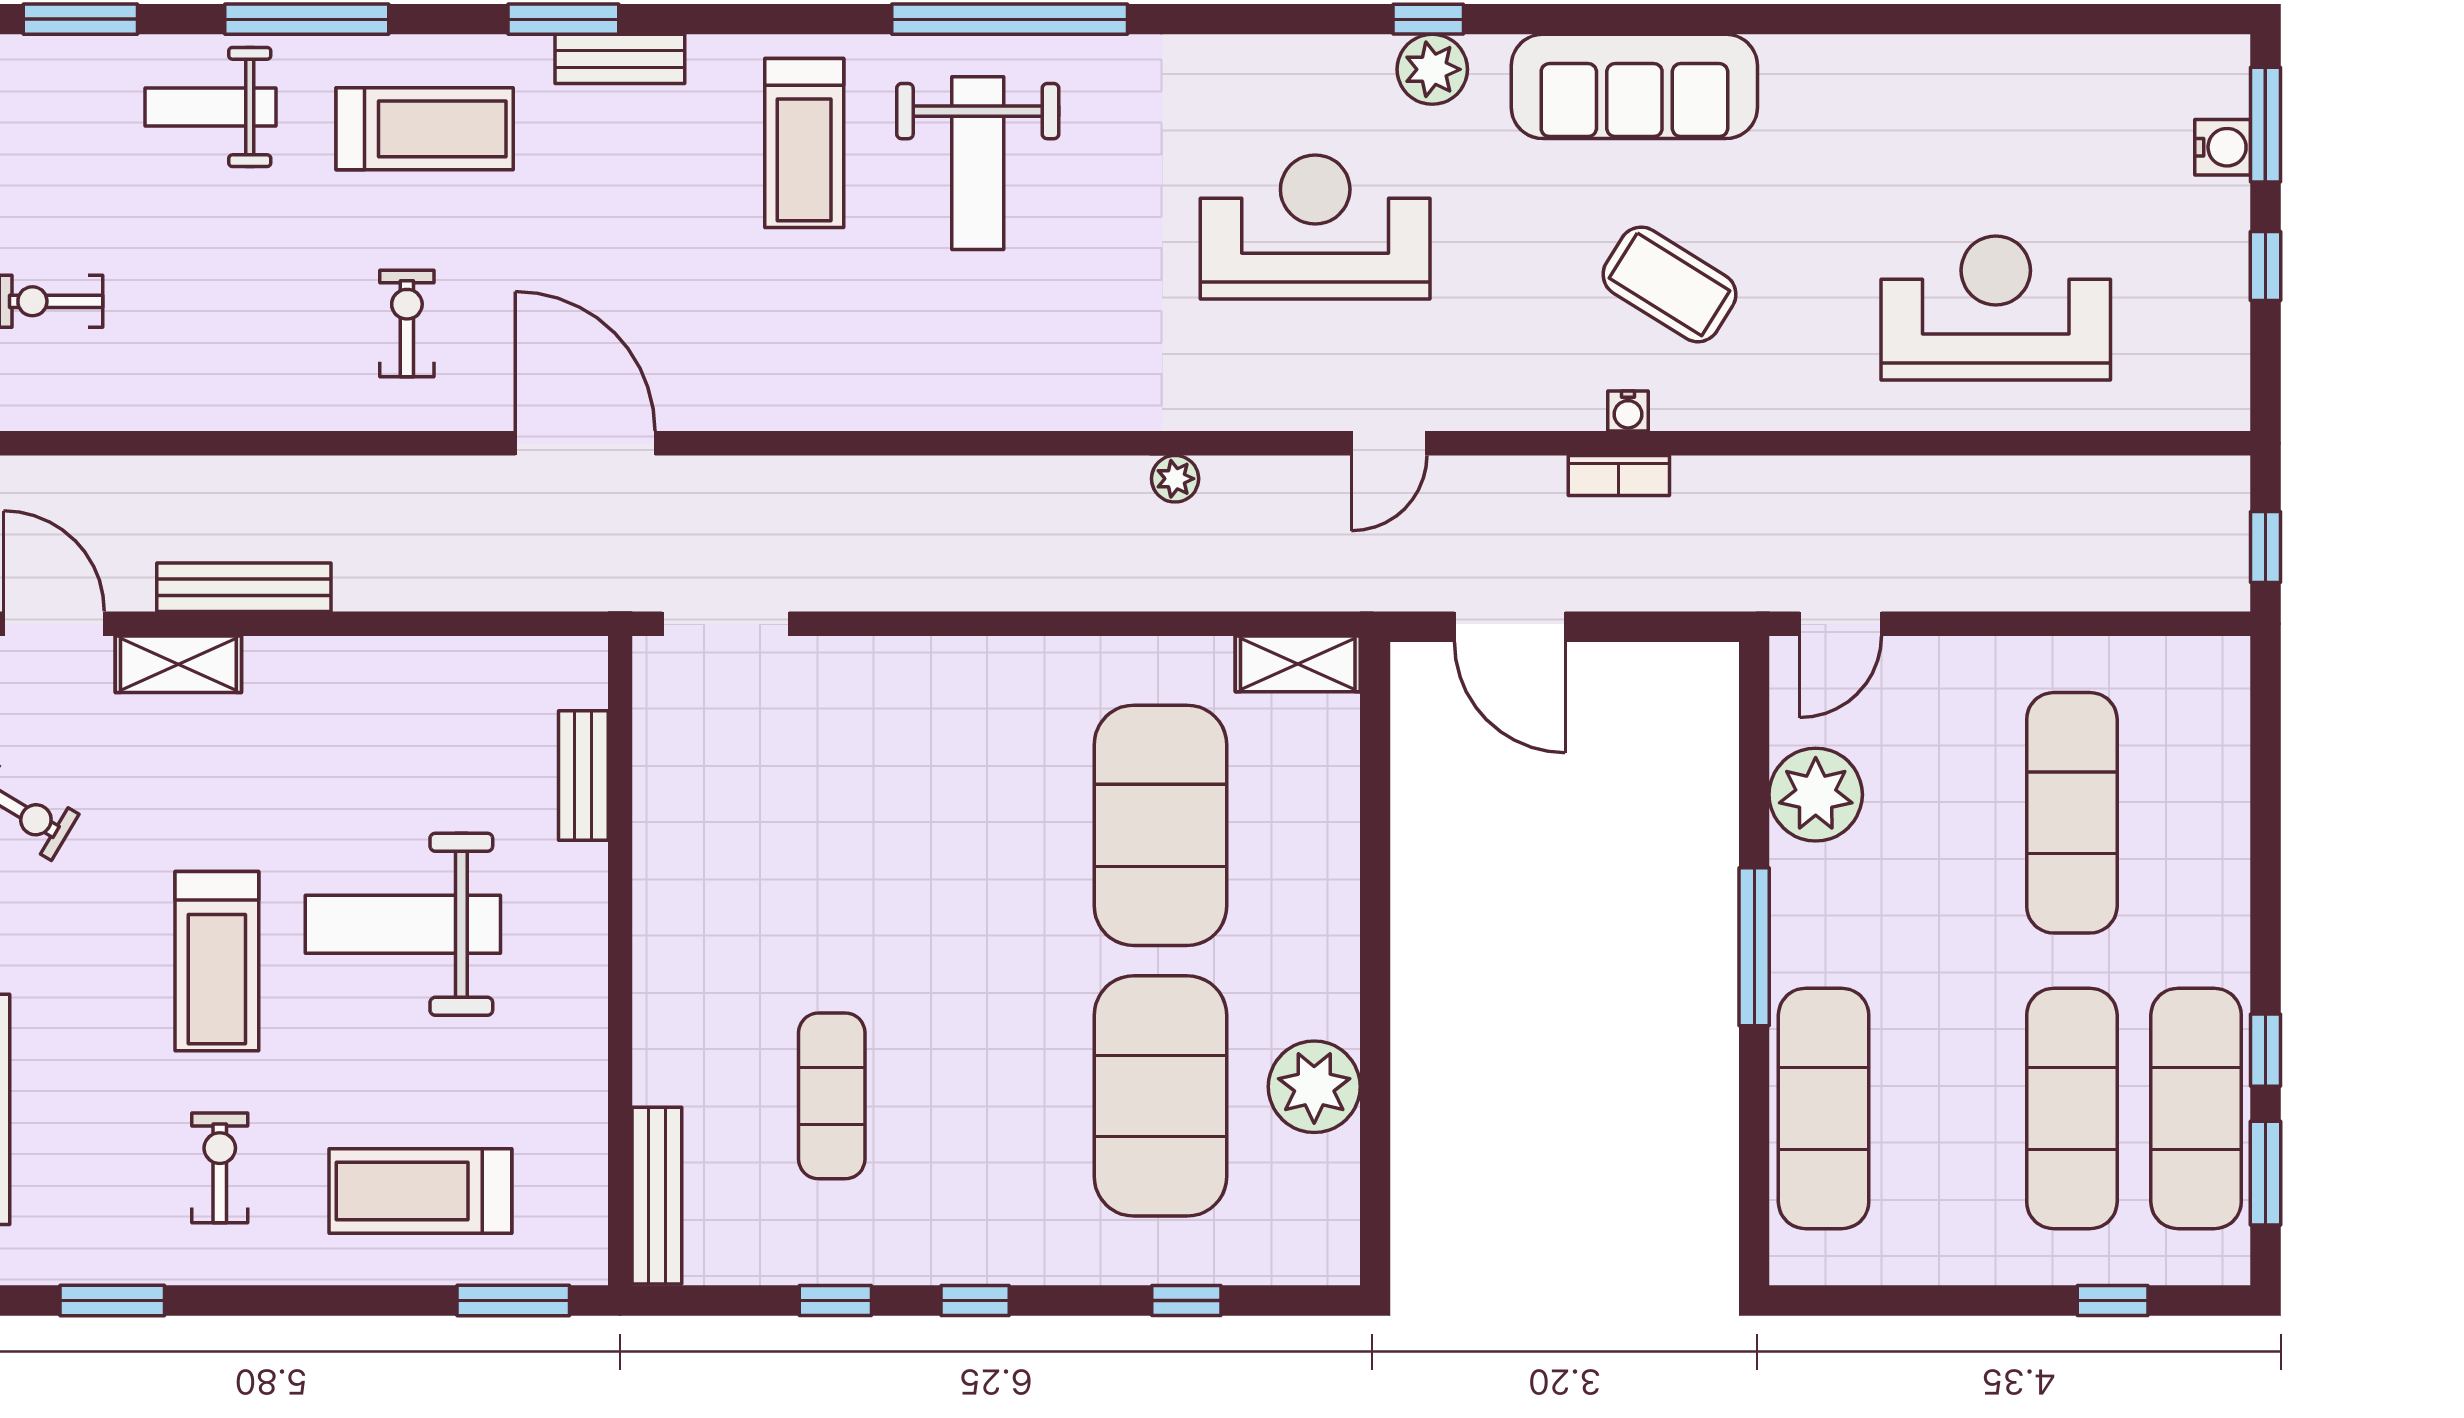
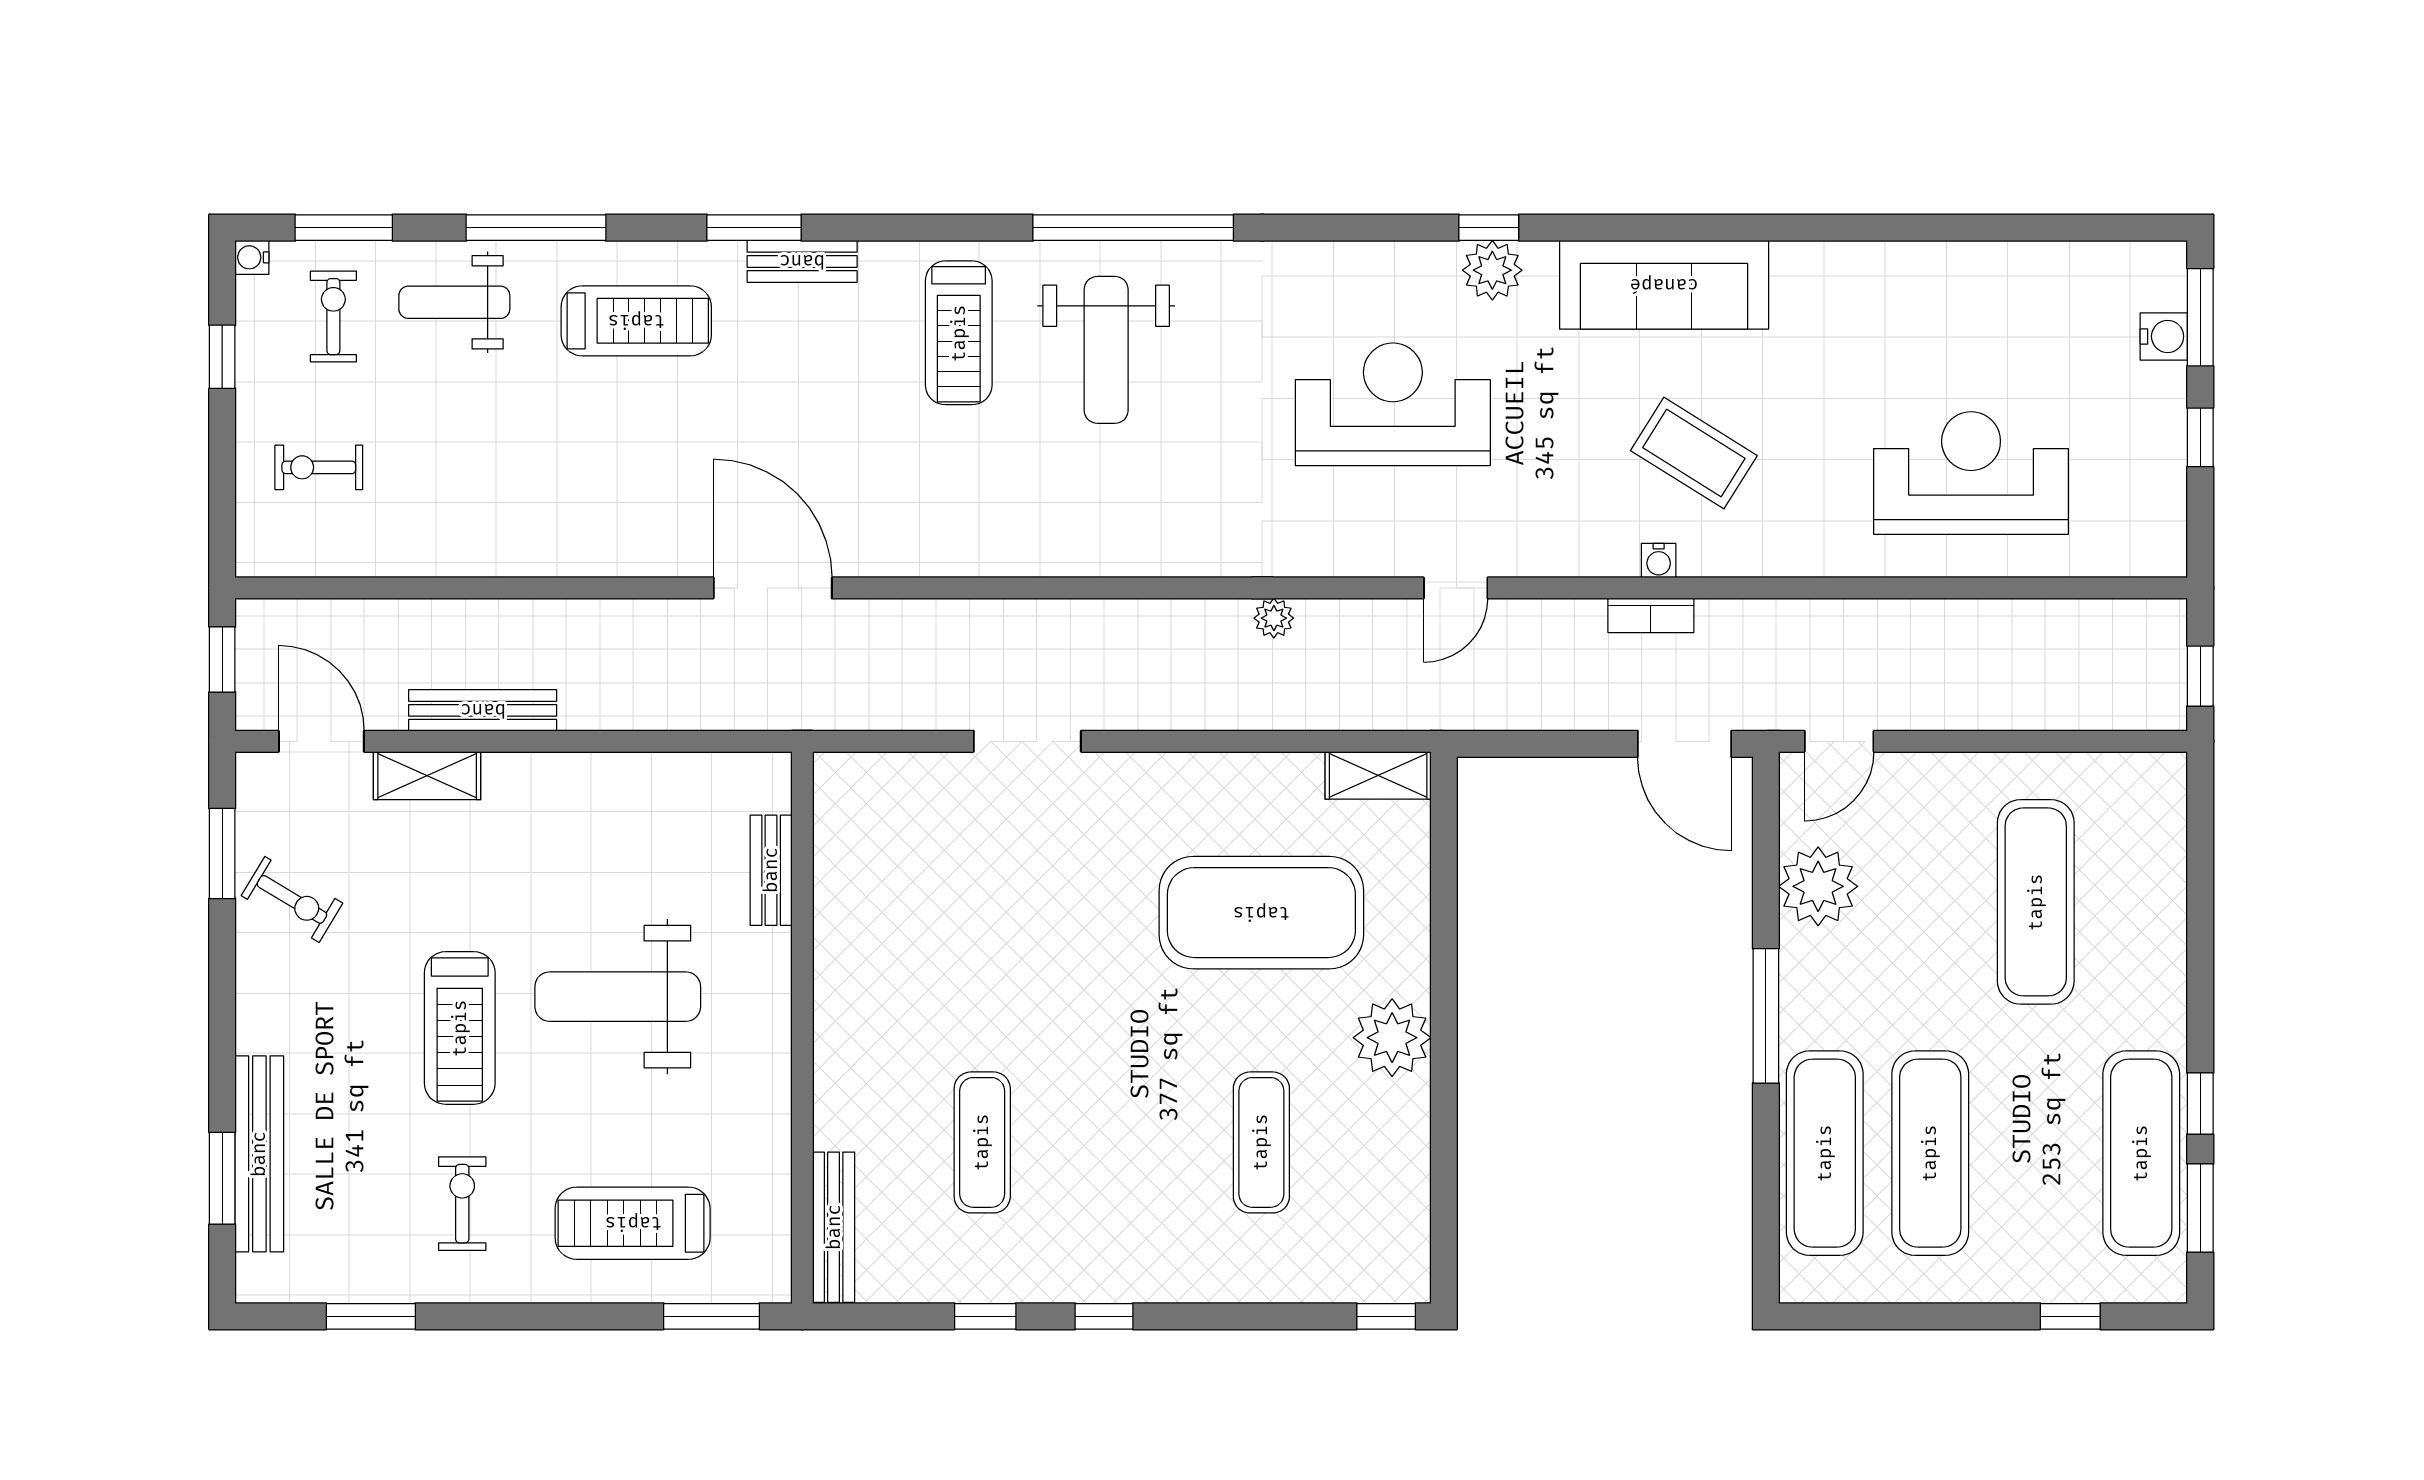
exercise bike: (407, 323) -> (333, 317), moved
doorway: (726, 624) -> (1027, 741), moved
door: (1510, 627) -> (1684, 744), moved
exercise mat: (1160, 825) -> (1261, 913), turned 90
plant: (1314, 1087) -> (1392, 1038), moved
exercise mat: (1160, 1096) -> (1261, 1142), width x0.50, depth x0.69
exercise mat: (2072, 1108) -> (1930, 1153), moved
window: (1186, 1301) -> (1386, 1316), moved

